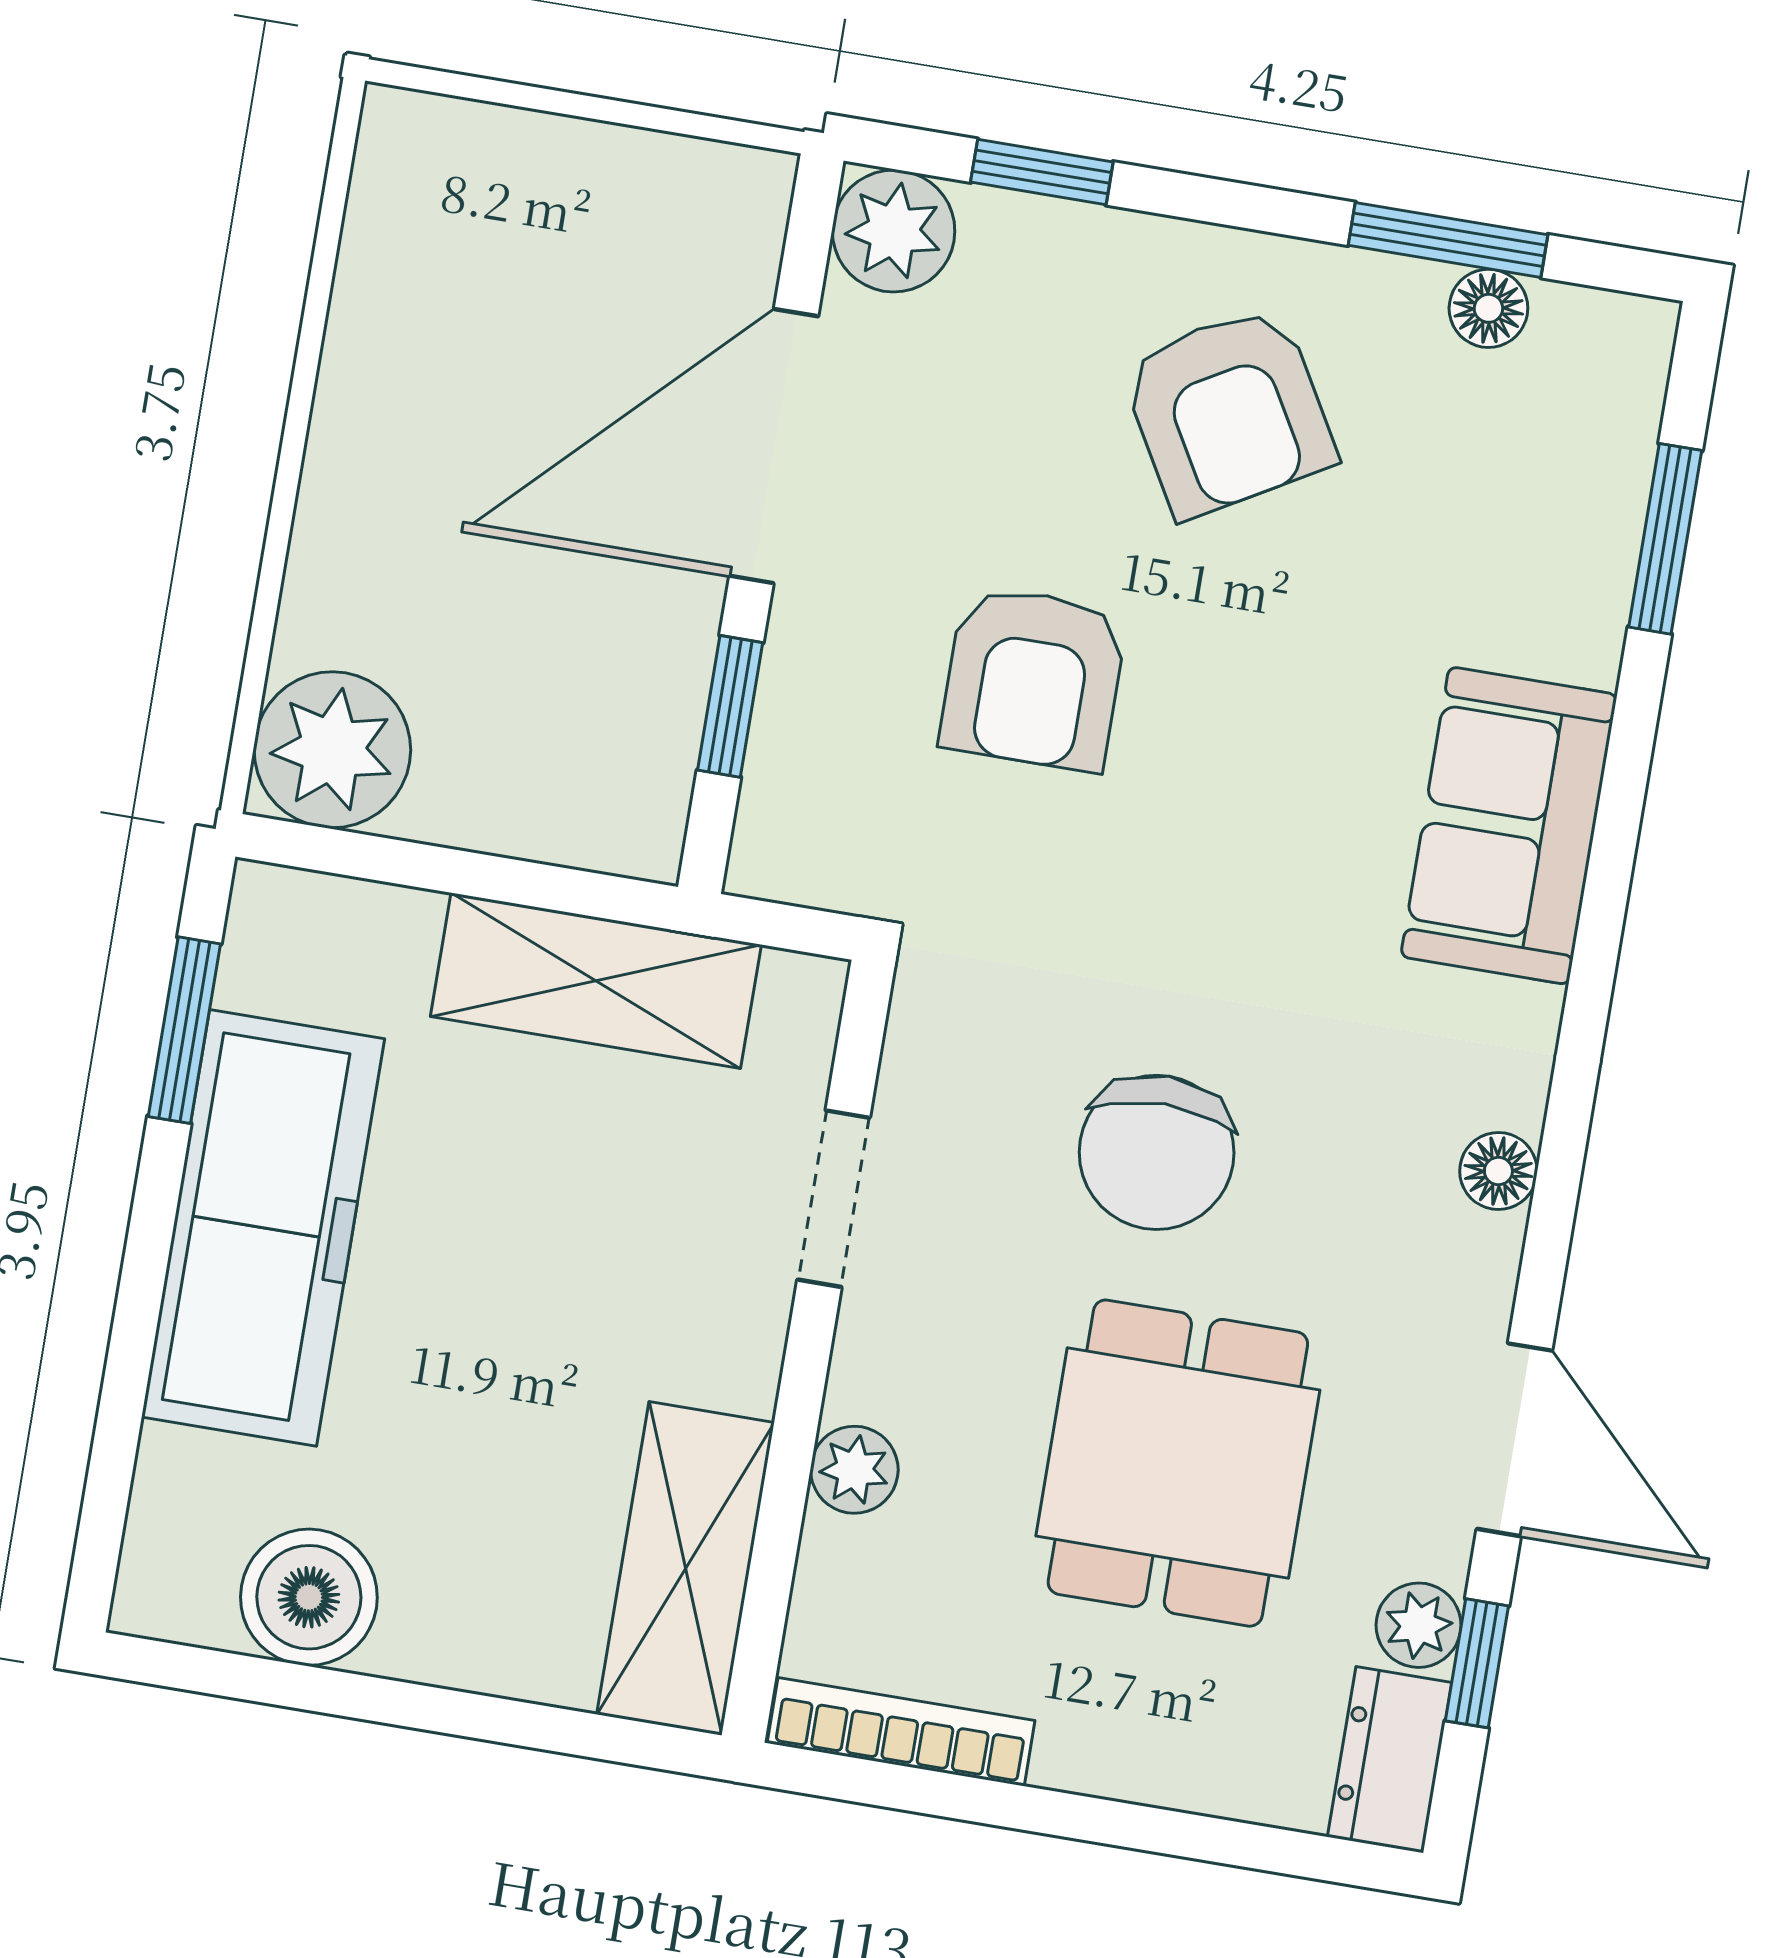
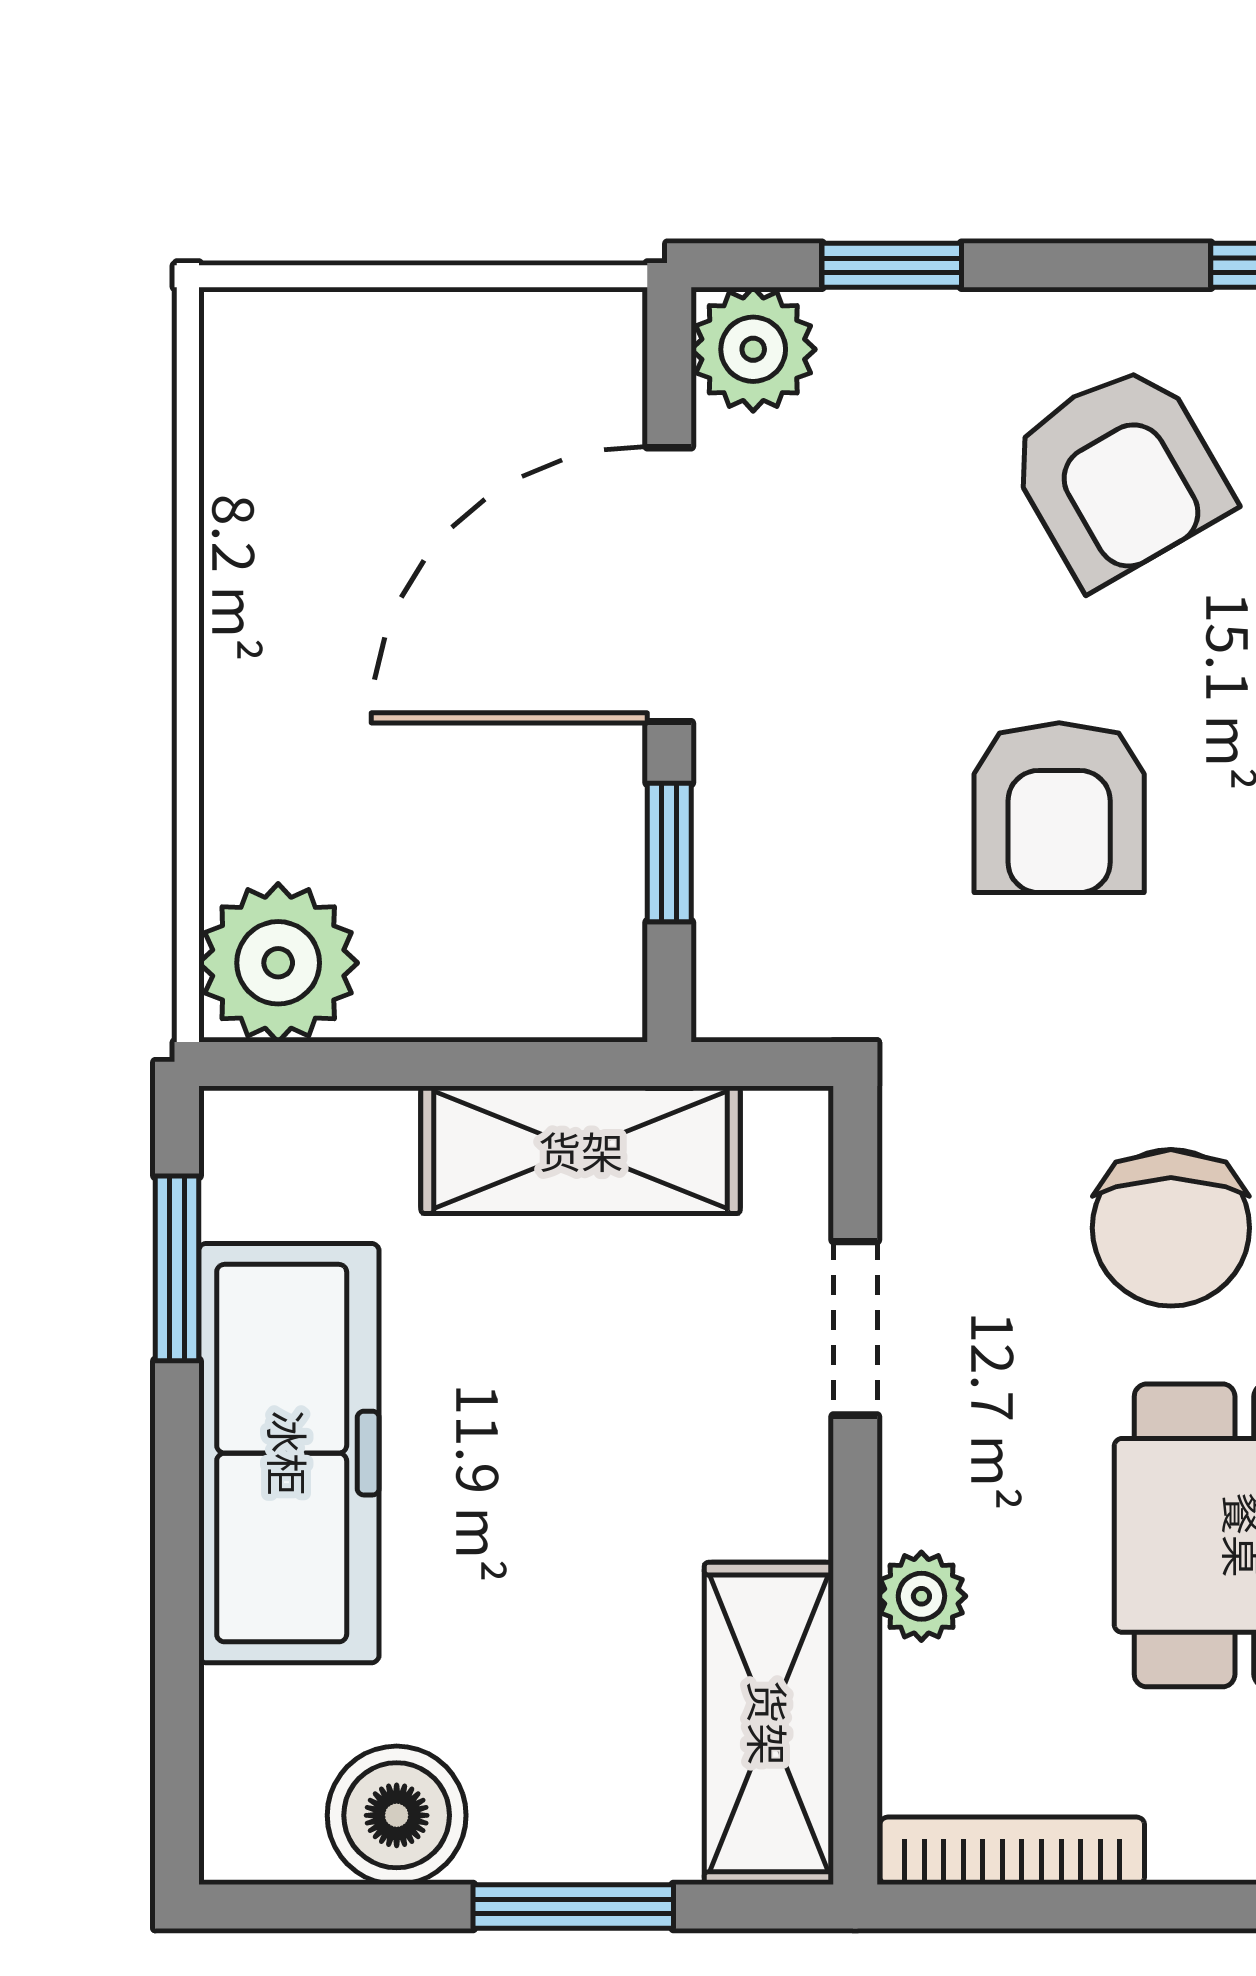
armchair: (1033, 678) -> (1059, 808), moved
window: (466, 1715) -> (573, 1907), added

